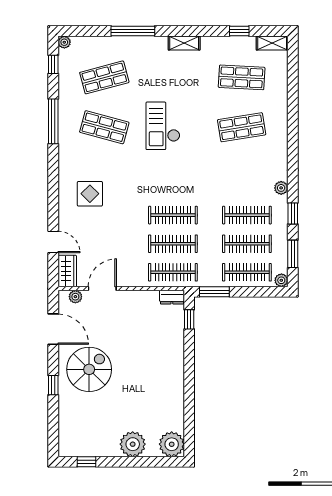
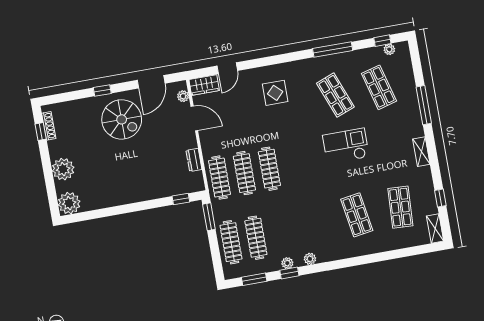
plant: (64, 42) -> (389, 49), moved
shop shelf: (104, 127) -> (335, 95), turned -36
clothes rail: (247, 215) -> (281, 233), removed
plant: (281, 280) -> (287, 263), moved
dresser: (172, 297) -> (194, 160), moved
shoe rack: (82, 452) -> (49, 126), added

